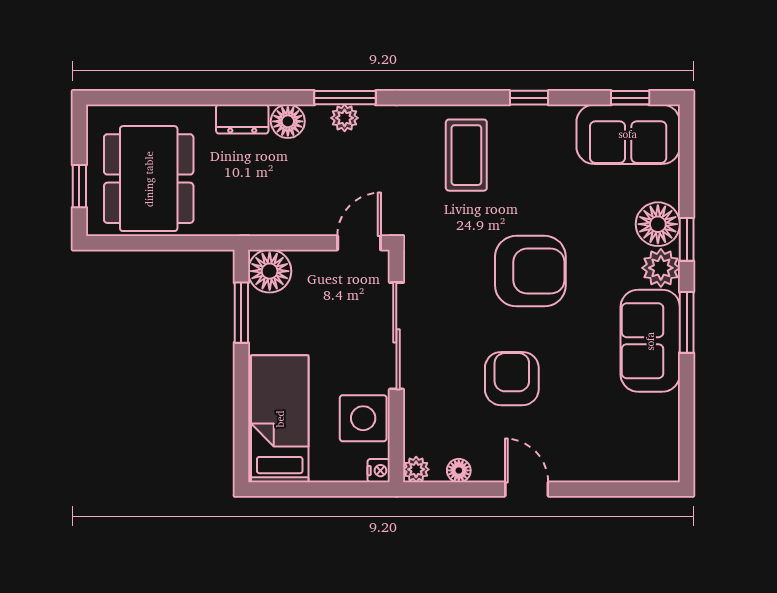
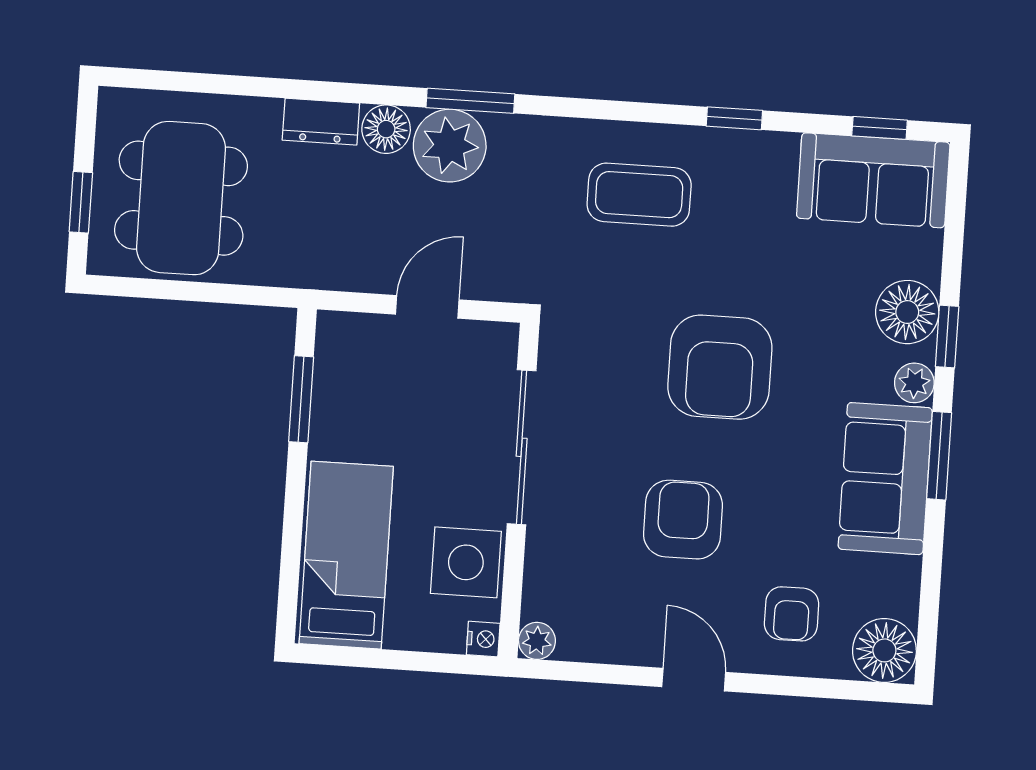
plant: (345, 118) -> (450, 146), width x1.88, depth x1.88
coffee table: (466, 155) -> (639, 195), turned 90
door: (359, 243) -> (427, 307), moved
plant: (661, 268) -> (914, 383), width x0.73, depth x0.73
floor lamp: (270, 271) -> (346, 342), removed
armchair: (530, 271) -> (720, 367), turned 90
armchair: (591, 439) -> (792, 614), added
floor lamp: (459, 470) -> (884, 650), moved, width x1.89, depth x1.89

